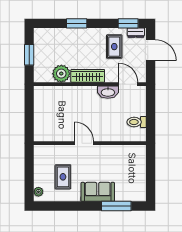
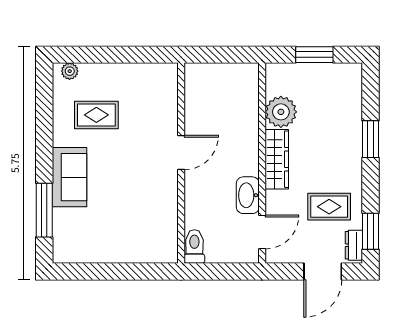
door: (84, 143) -> (181, 153), moved
wall: (90, 143) -> (181, 163), moved

